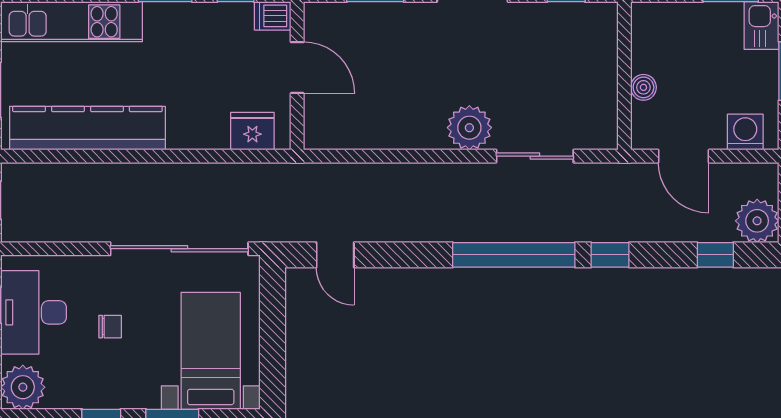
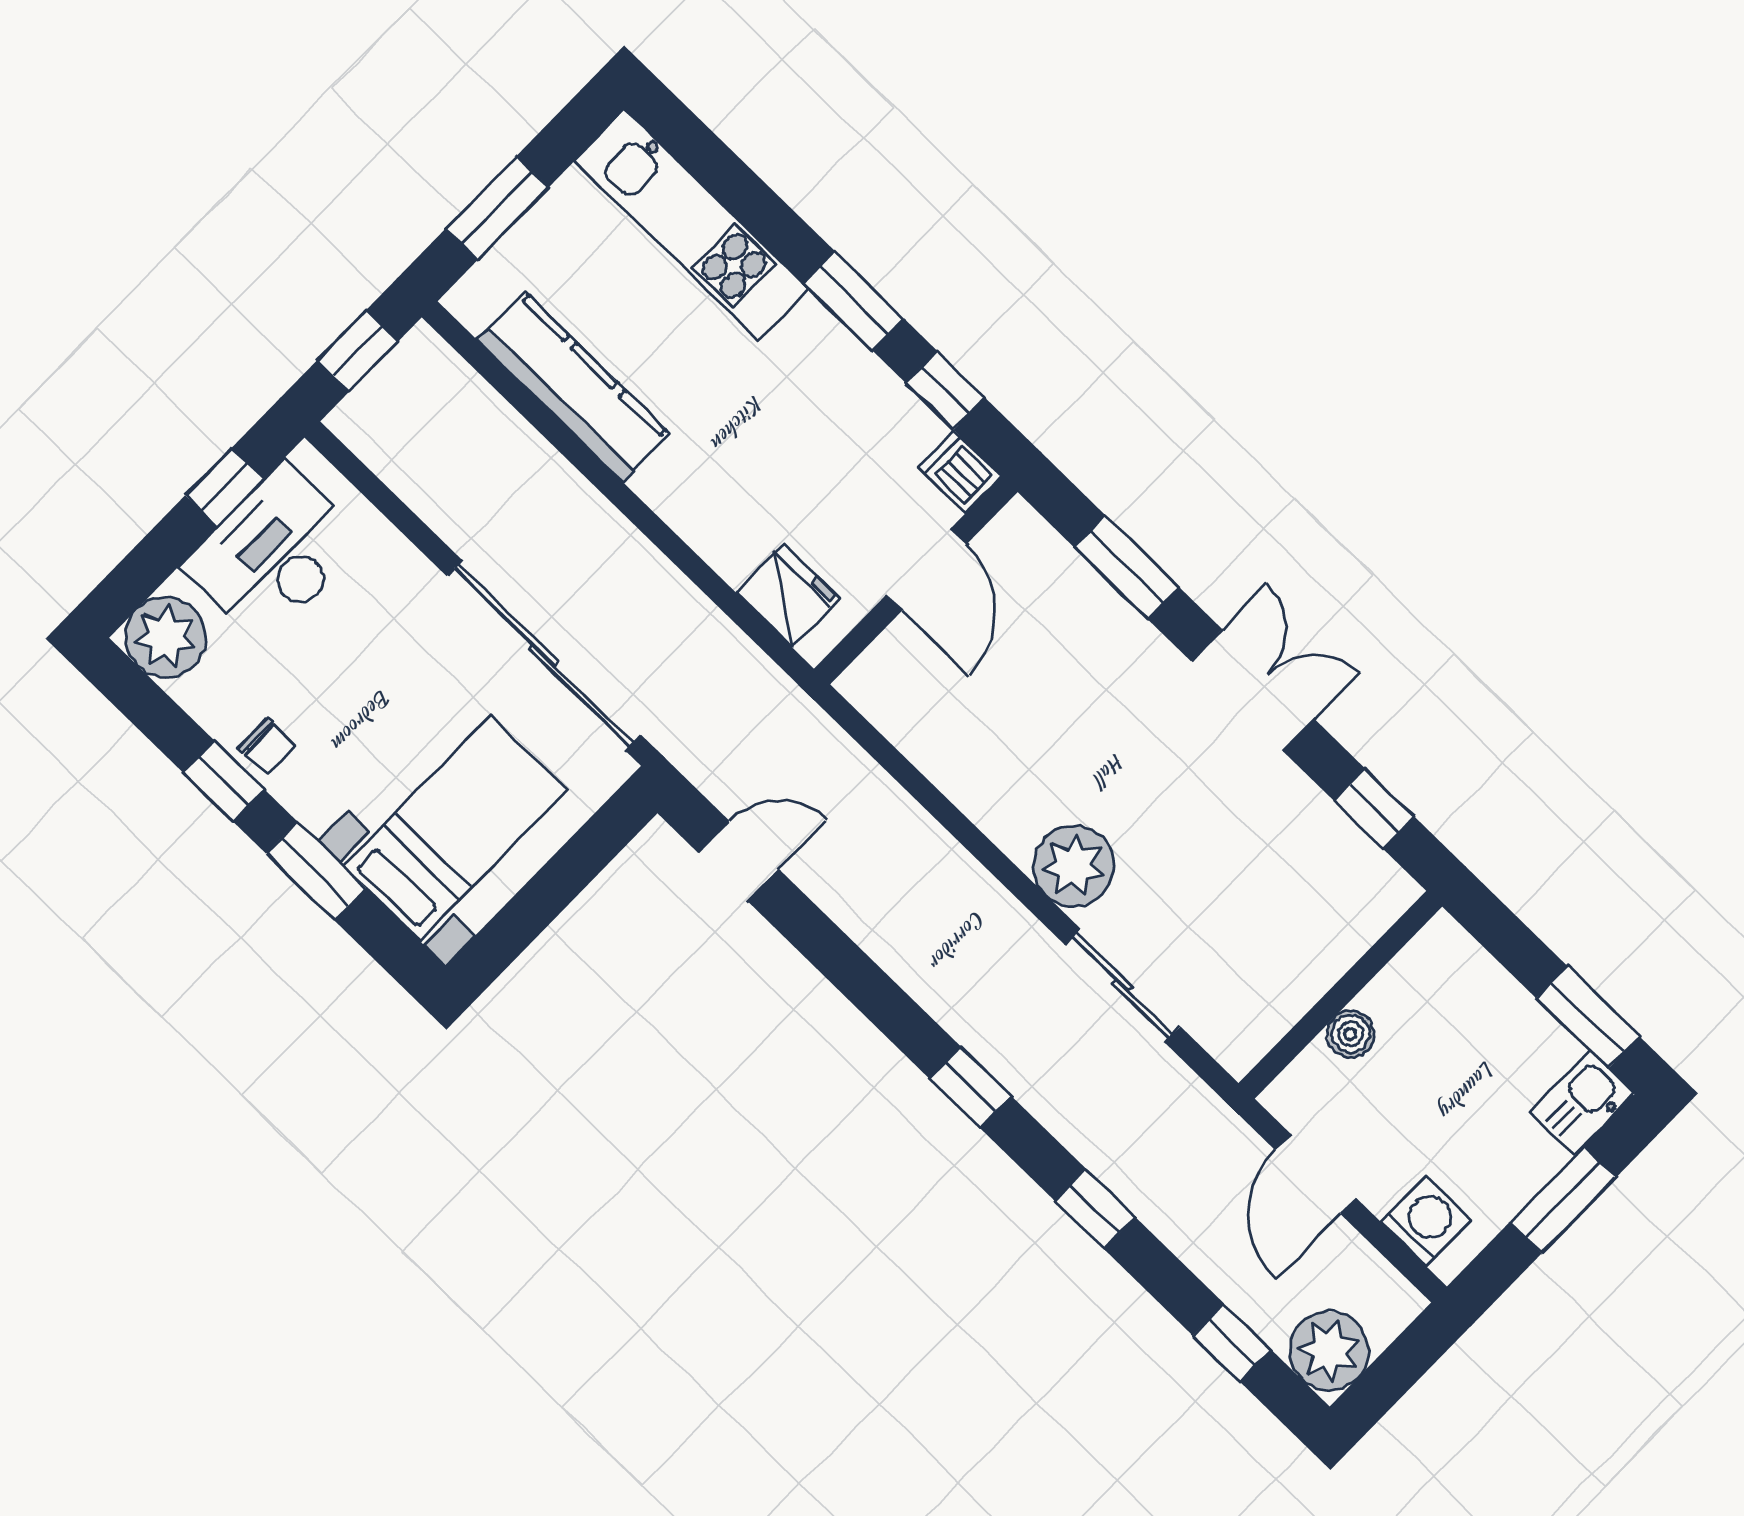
kitchen counter: (87, 128) -> (574, 387), width x0.72, depth x0.86
door: (335, 255) -> (738, 861), swing flipped
window: (514, 255) -> (970, 1087), width x0.32
chair: (110, 327) -> (267, 747), moved

